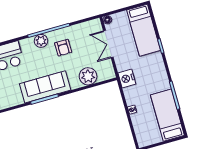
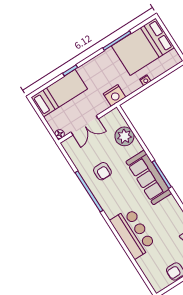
plant: (41, 41) -> (102, 196), removed
armchair: (63, 48) -> (102, 171), turned 90
bed: (167, 115) -> (143, 47), width x1.50

